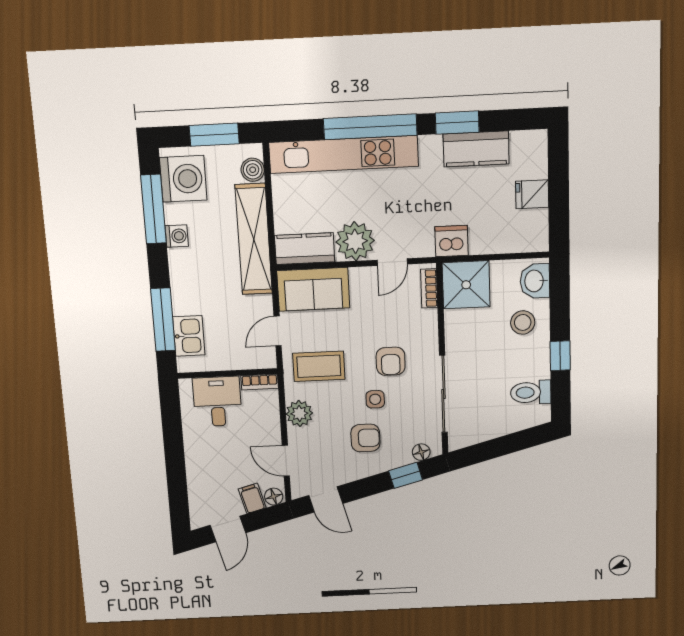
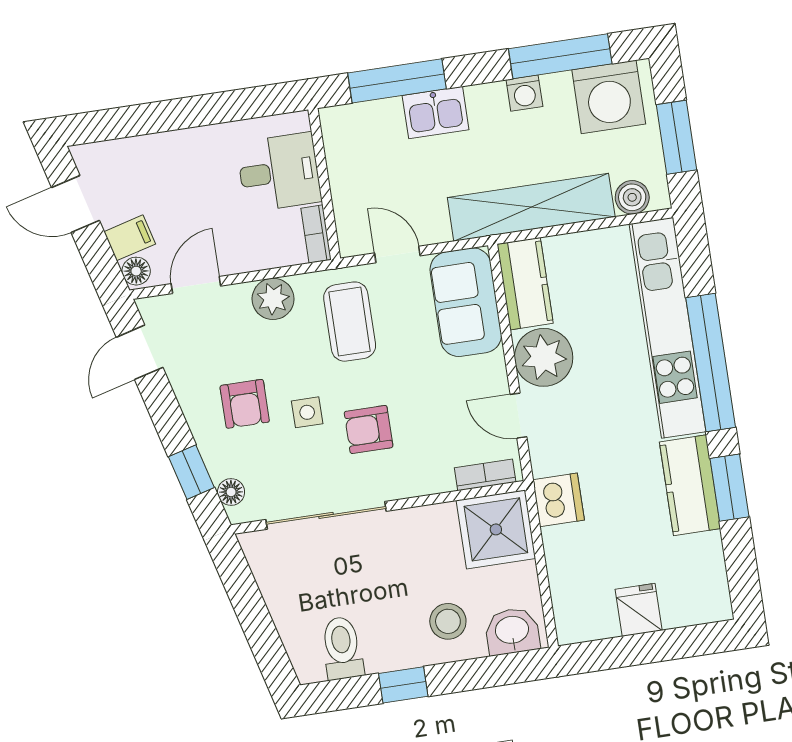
kitchen counter: (476, 149) -> (690, 485), moved
kitchen sink: (189, 336) -> (436, 113), moved

